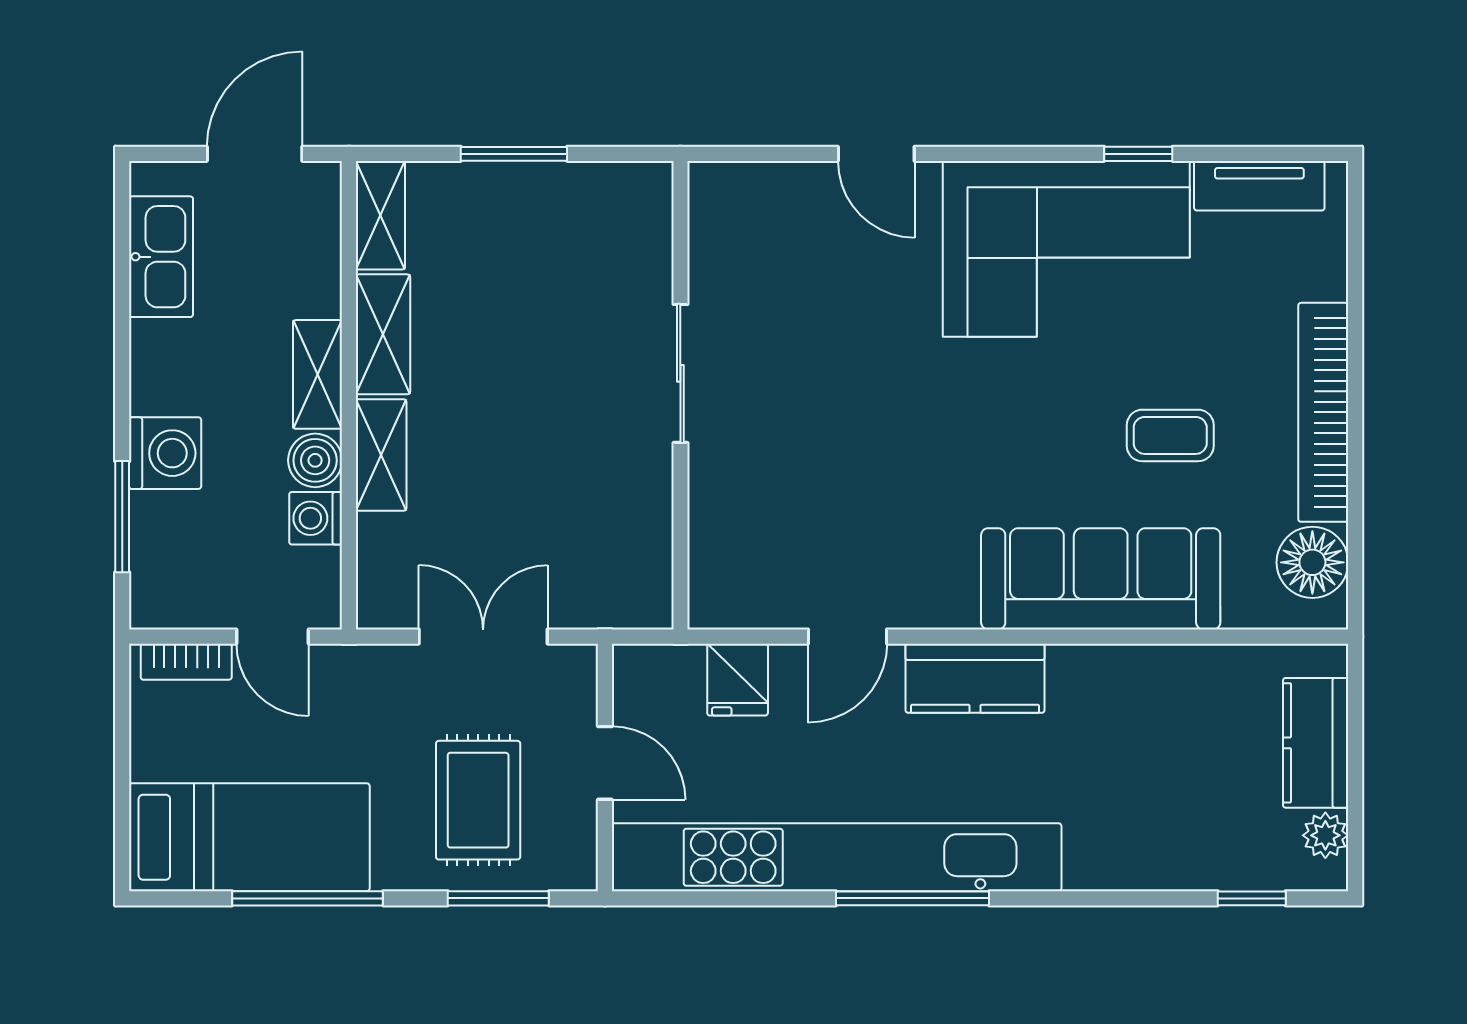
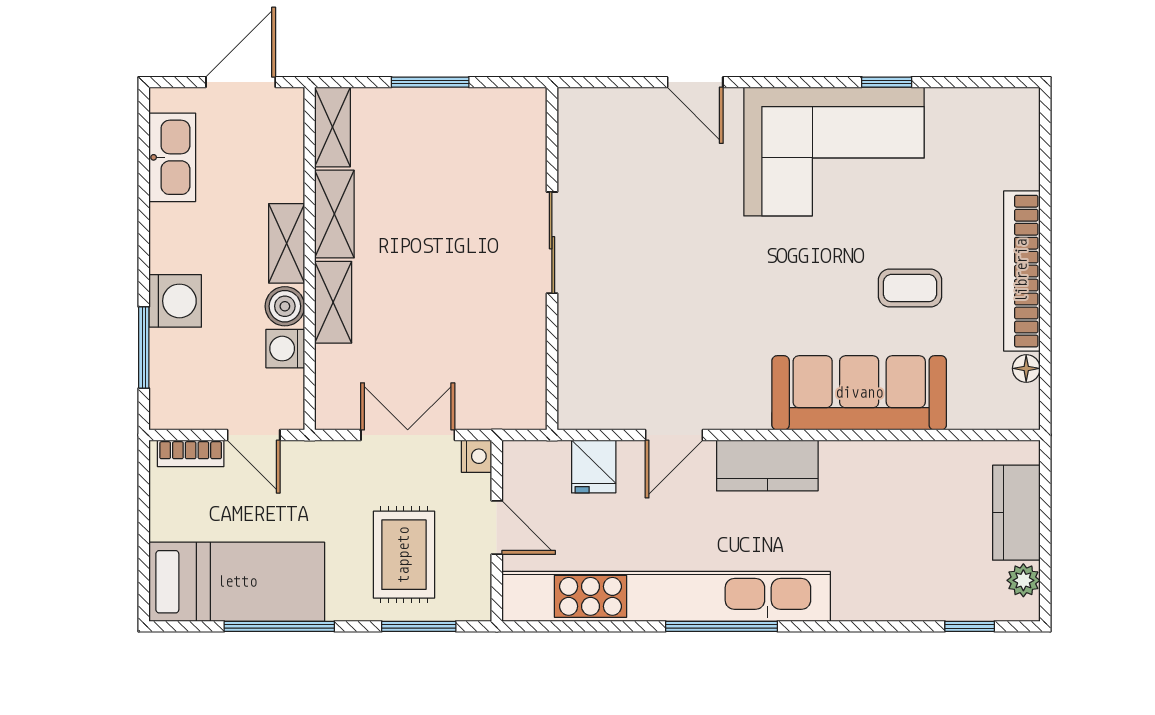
tv unit: (1259, 186) -> (975, 105), removed
floor lamp: (1312, 562) -> (1026, 368), width x0.53, depth x0.53
nightstand: (577, 666) -> (476, 456), added

